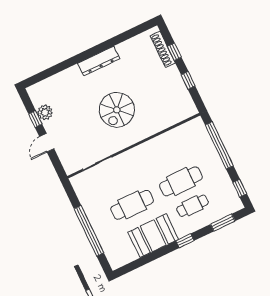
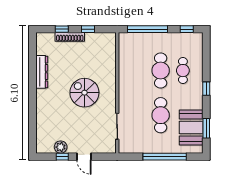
shoe rack: (163, 49) -> (70, 37), moved
dresser: (99, 61) -> (42, 72), moved
spiral stairs: (117, 110) -> (84, 93), turned 180
window: (223, 223) -> (206, 128), moved
booth: (153, 236) -> (191, 128), moved

